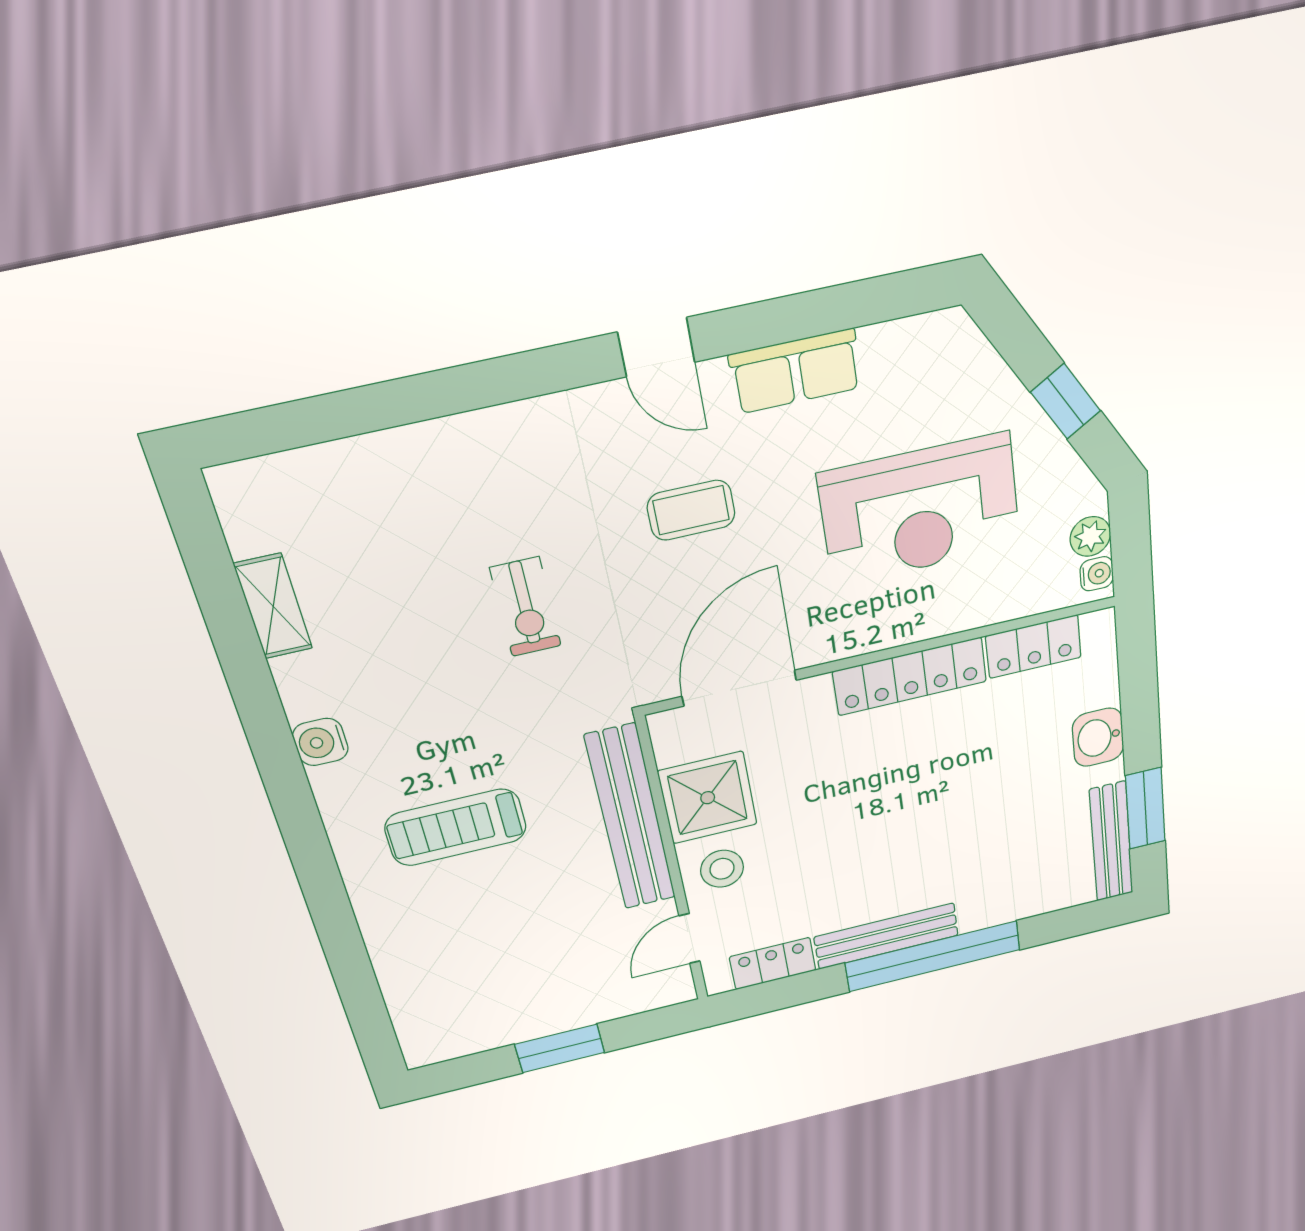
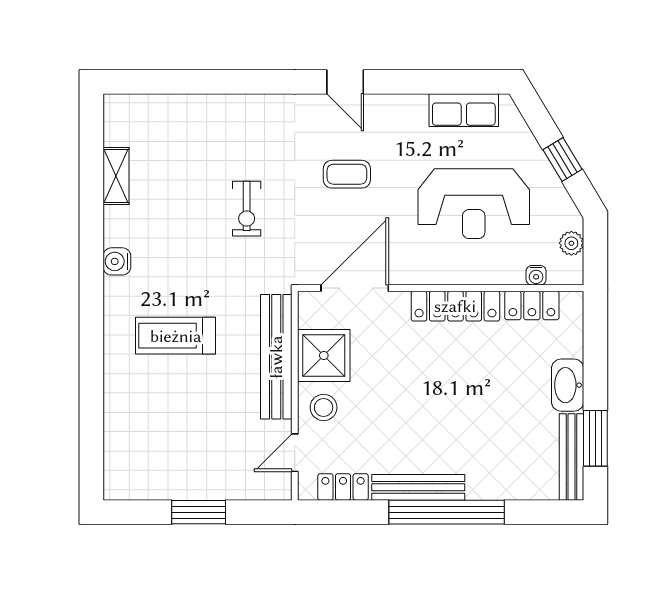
row of seats: (796, 371) -> (464, 110), moved
water cooler: (1097, 574) -> (536, 275), moved, turned 90
washbasin: (1098, 737) -> (568, 385), width x1.38

